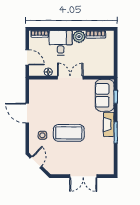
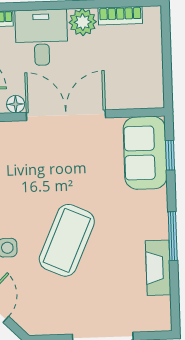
double door: (70, 78) -> (66, 115), width x1.37
fireplace: (109, 124) -> (158, 268), moved
coffee table: (69, 133) -> (67, 240), turned -66

